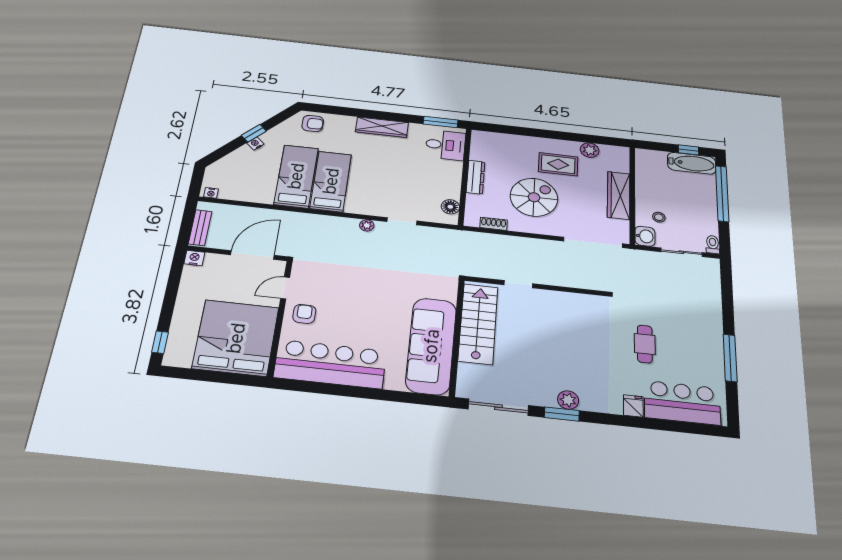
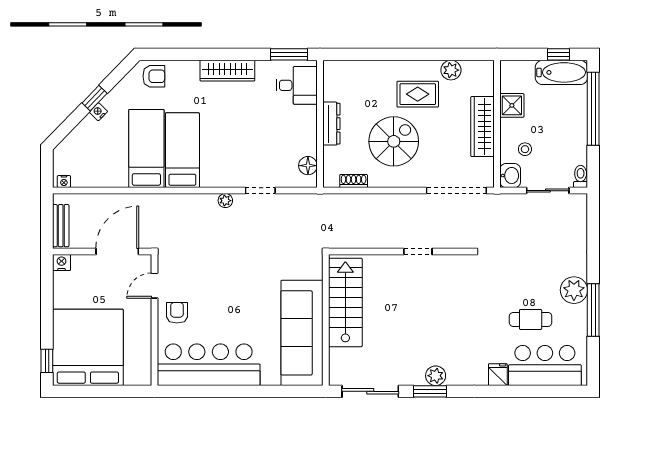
shower: (646, 182) -> (512, 105), added
doorway: (518, 284) -> (418, 251), moved
bed: (236, 338) -> (88, 347), moved
plant: (710, 338) -> (574, 290), added
cafe table: (645, 344) -> (531, 319), moved, turned 90

